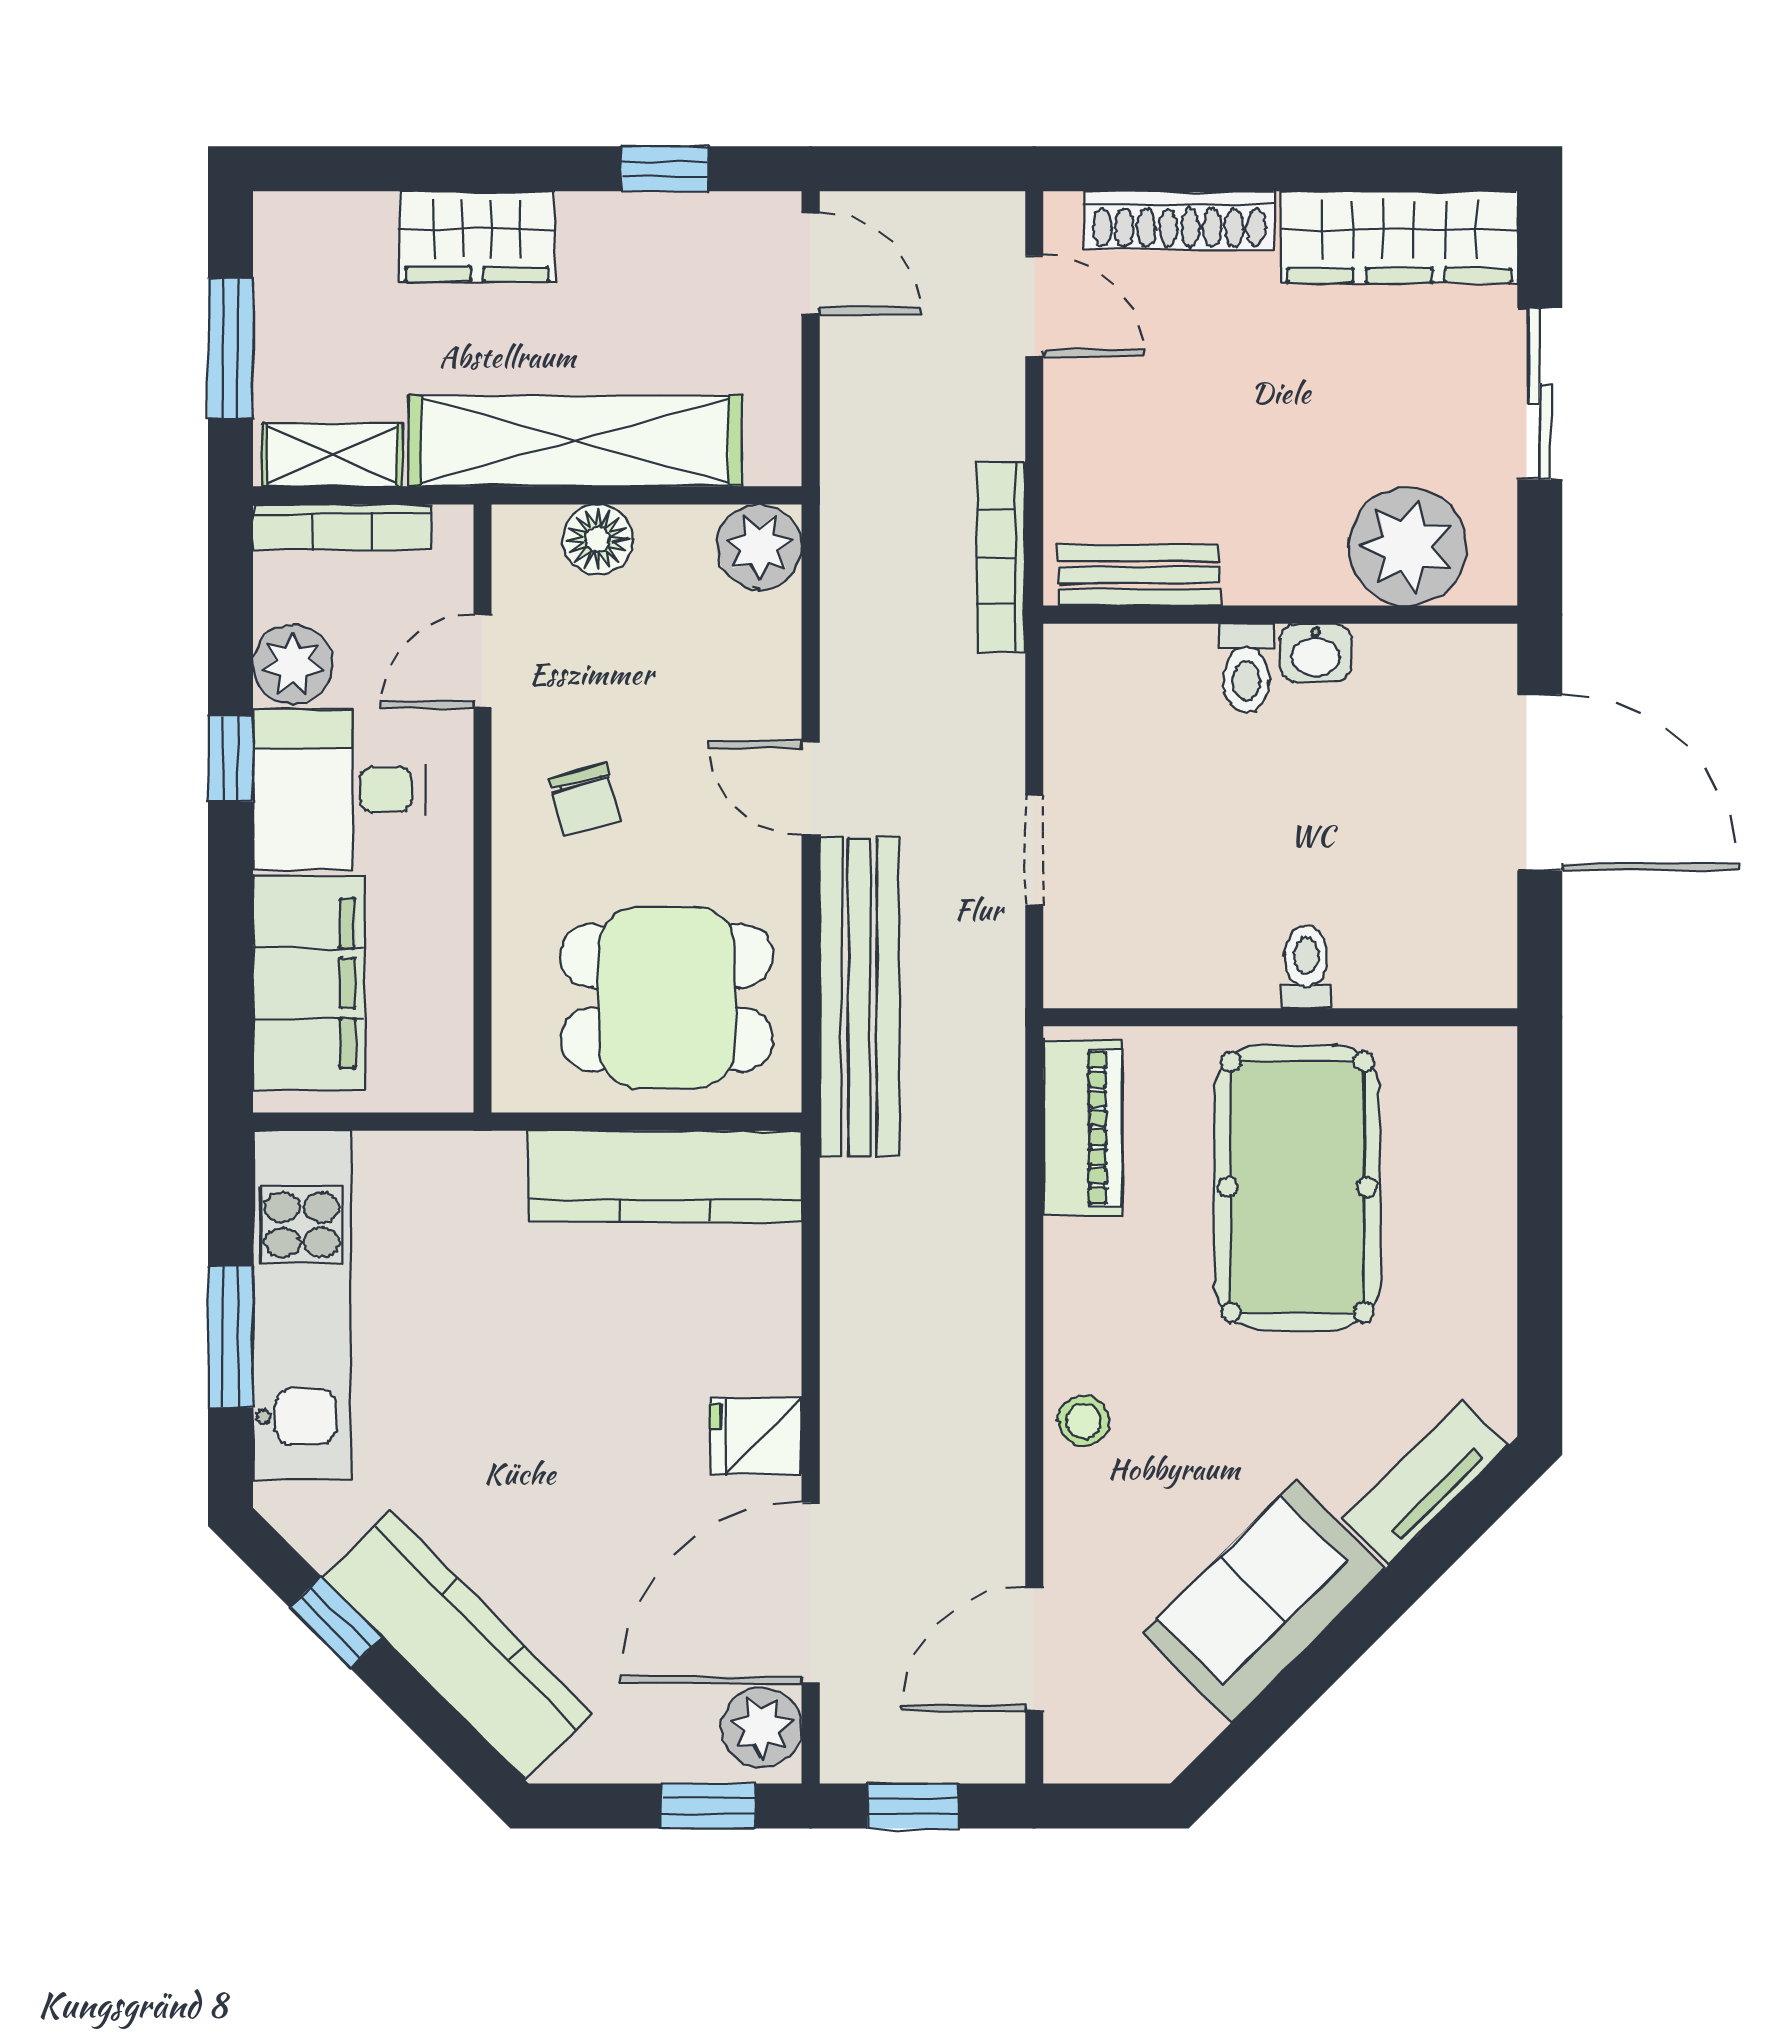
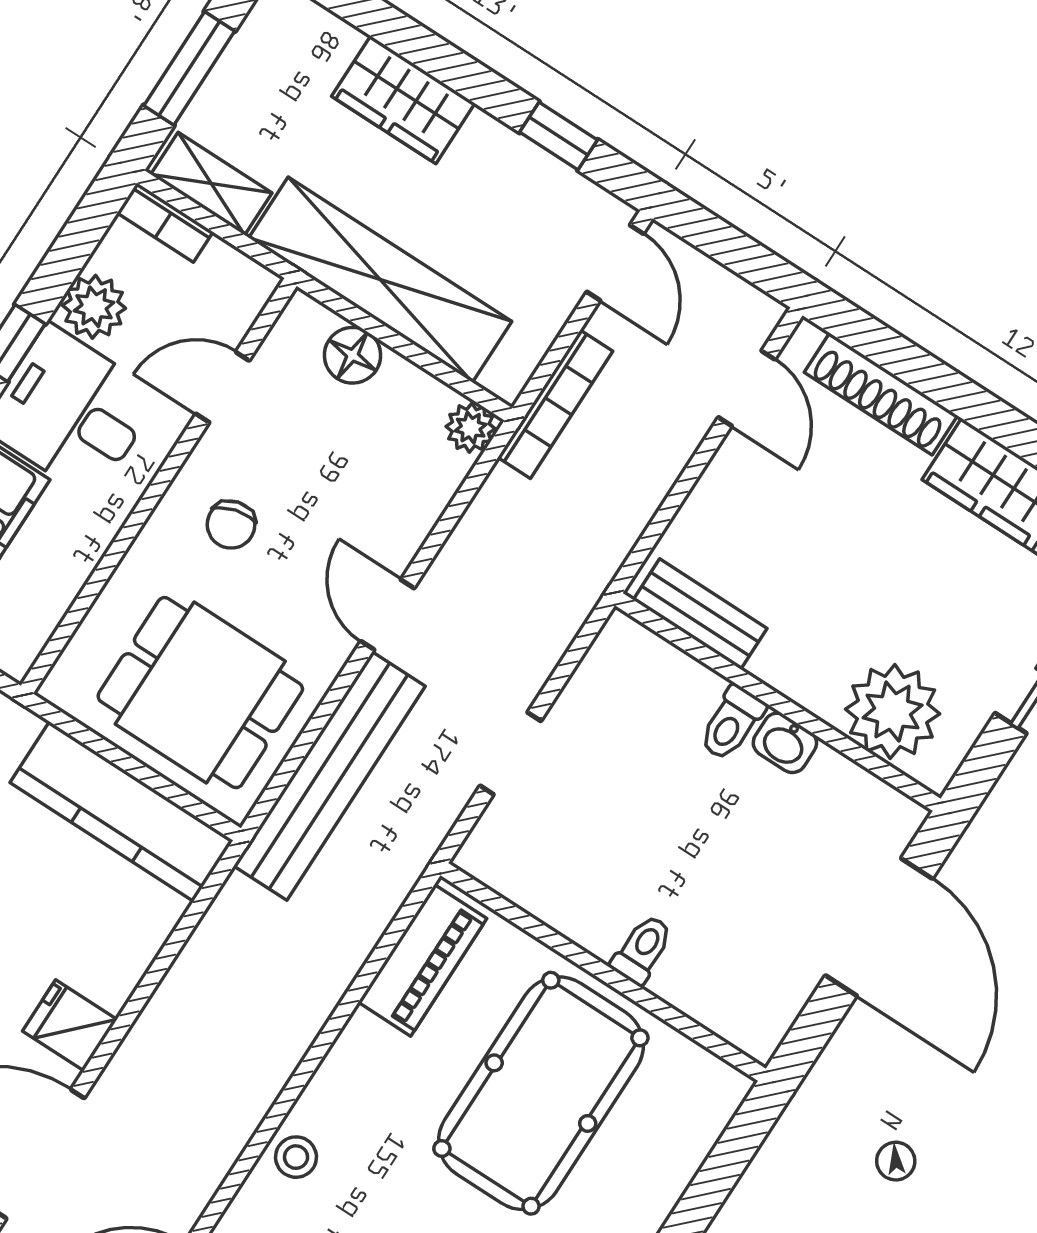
bookcase: (342, 527) -> (165, 222), width x0.64
plant: (759, 547) -> (471, 428), width x0.73, depth x0.73
bookcase: (1001, 557) -> (555, 404), moved, turned 180

